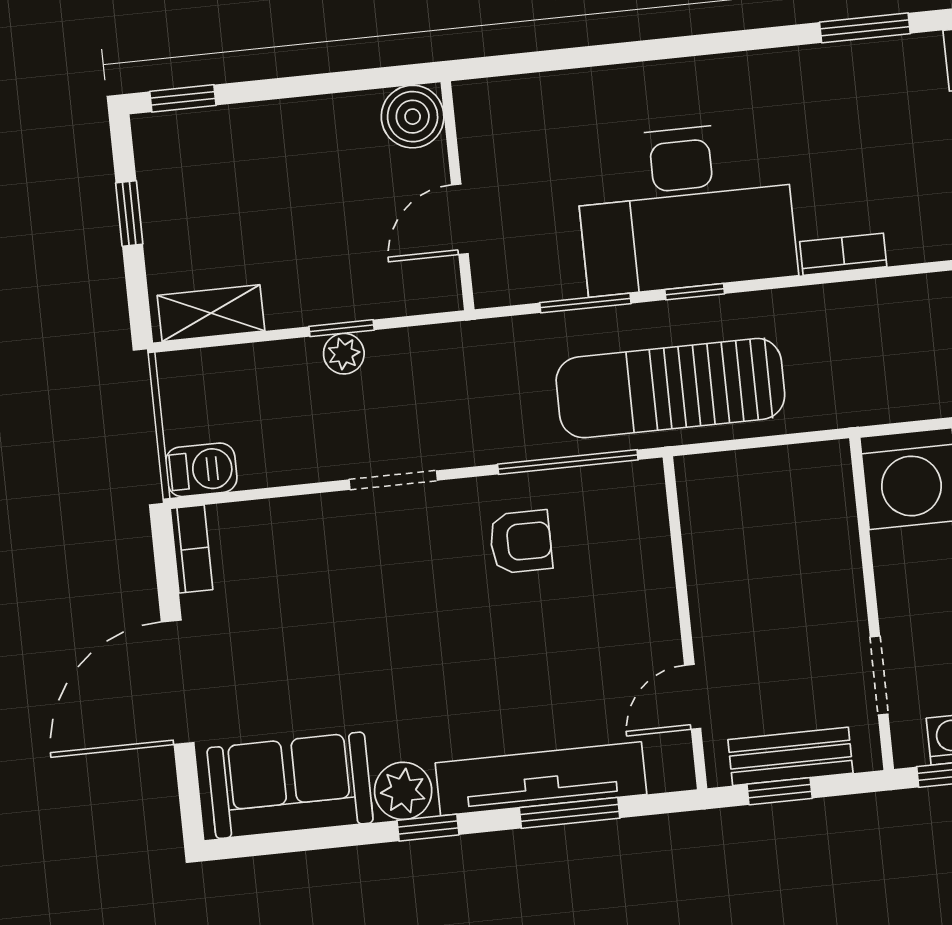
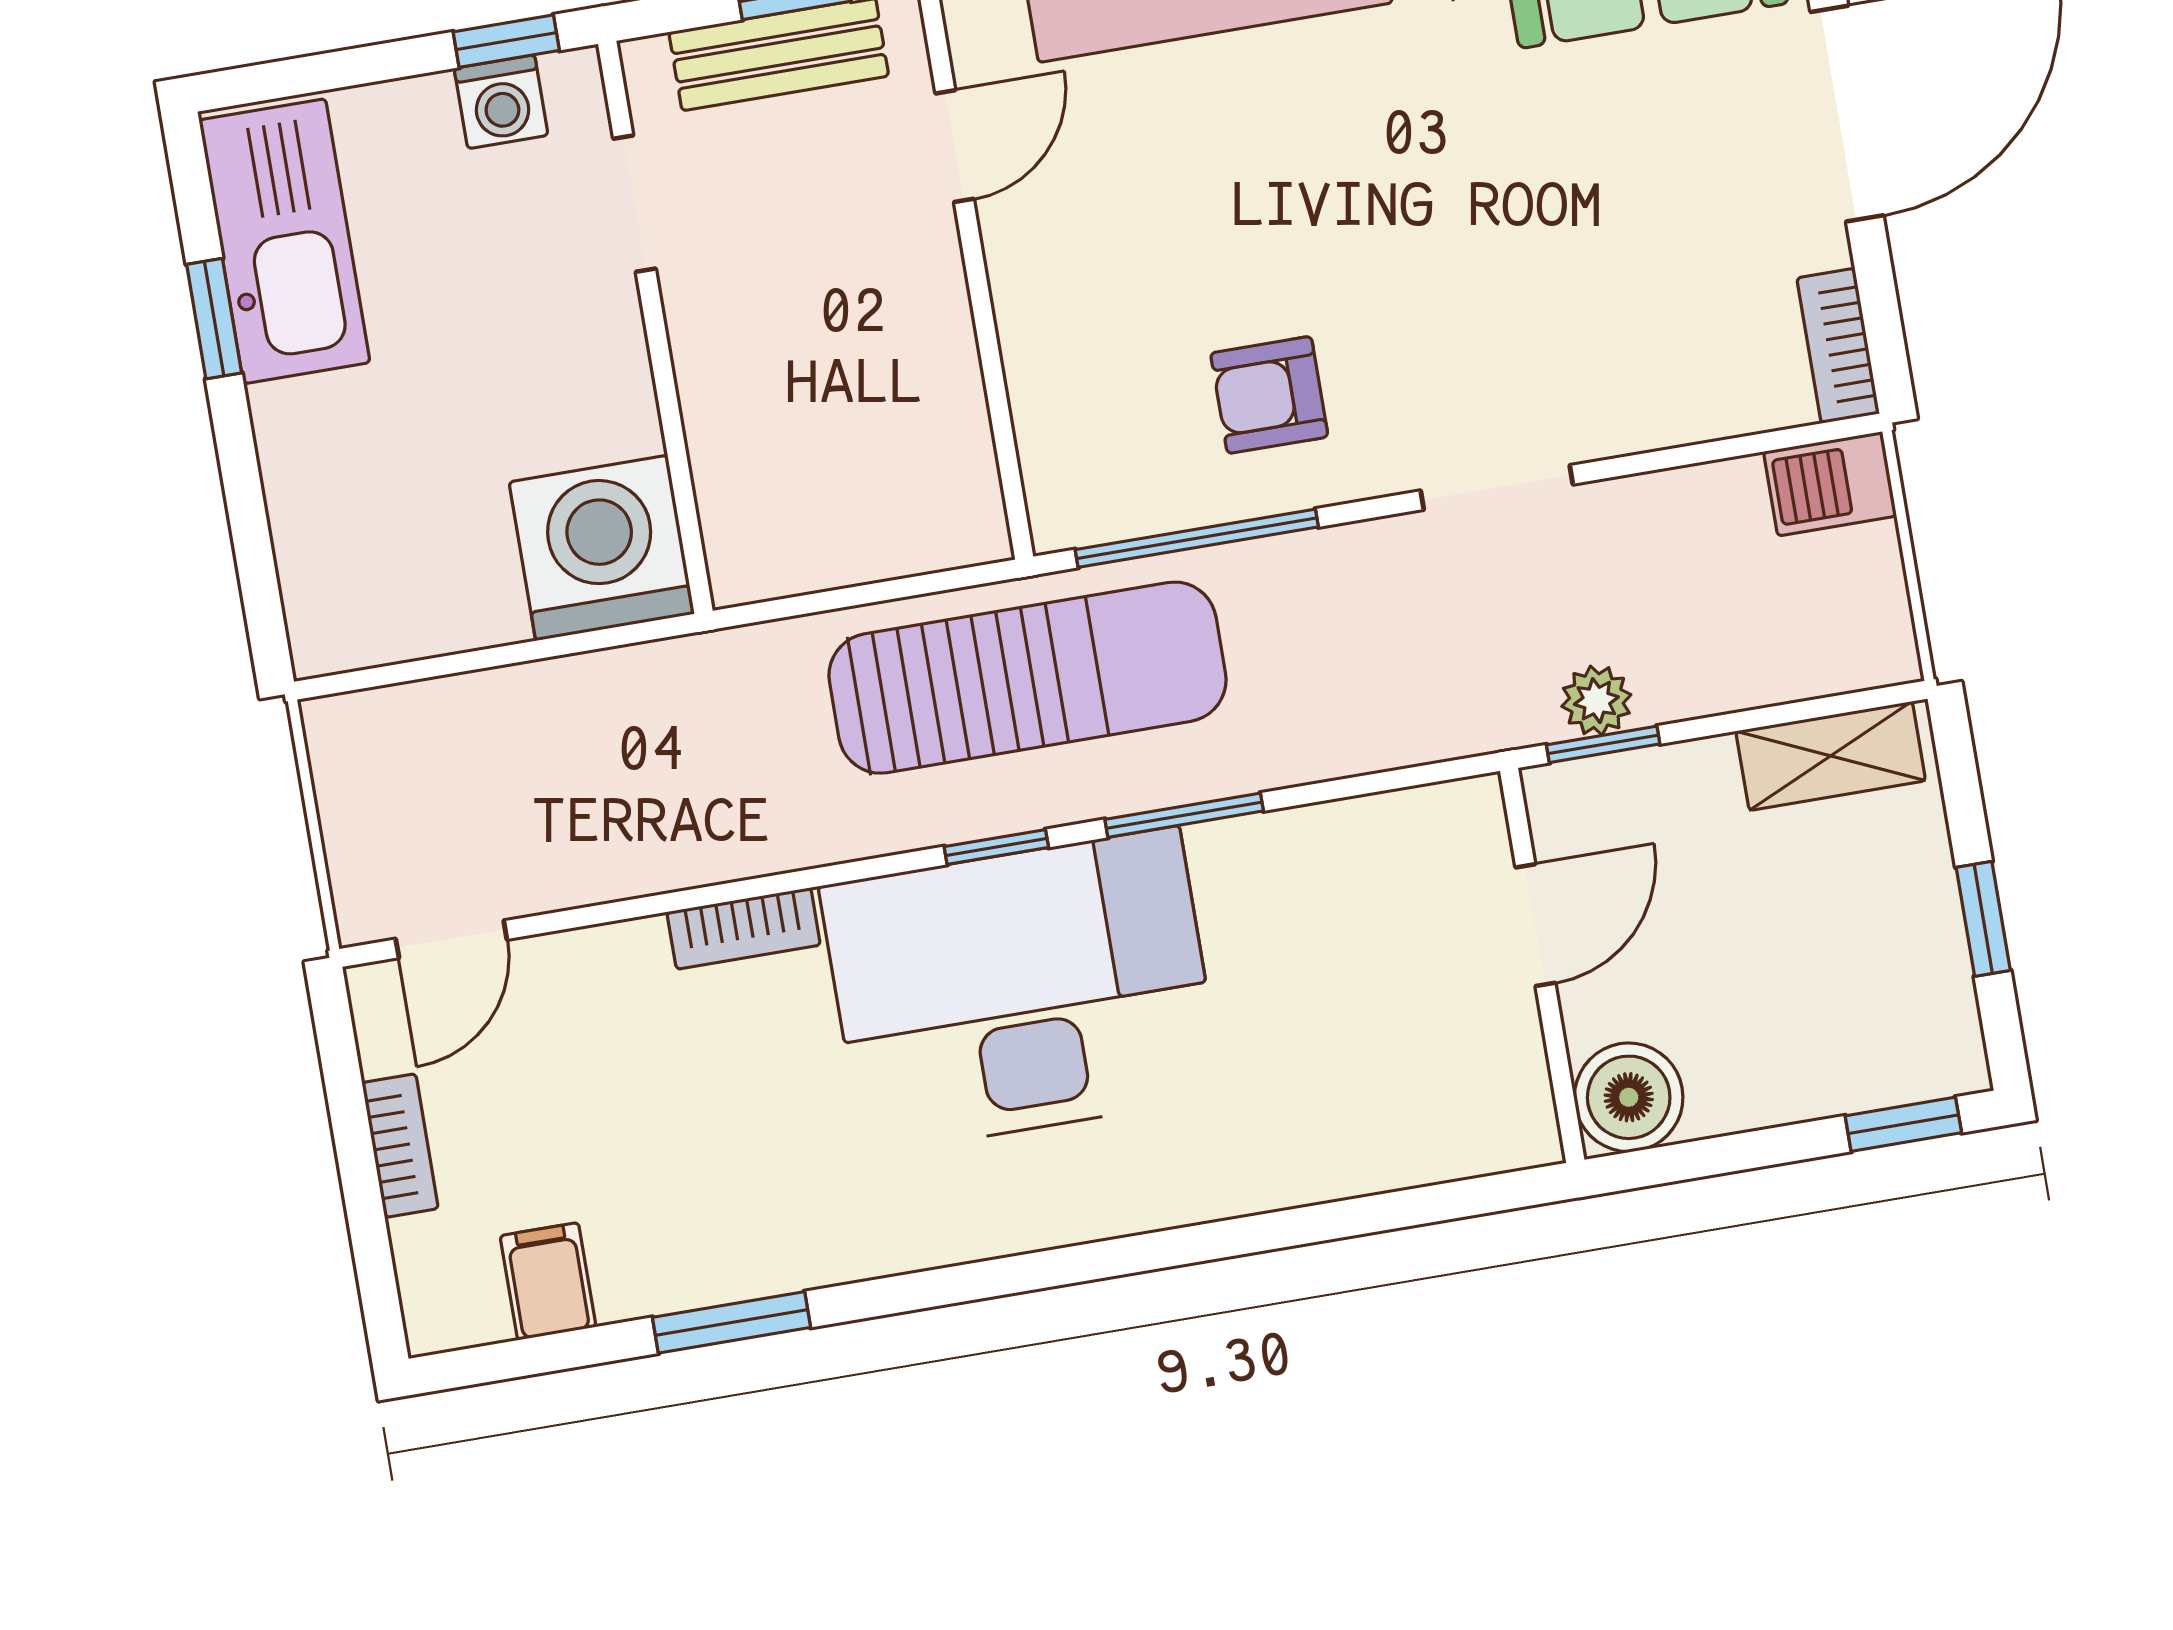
boiler: (413, 117) -> (1629, 1097), moved
wall: (457, 196) -> (1542, 965), moved
door: (460, 219) -> (1535, 925), moved

